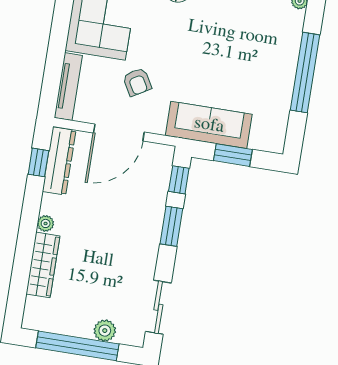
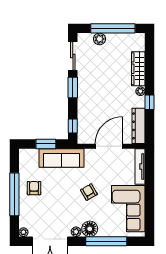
armchair: (267, 78) -> (34, 188), added
armchair: (137, 82) -> (89, 192), moved
window: (38, 162) -> (149, 102), moved
window: (171, 226) -> (73, 88), moved

